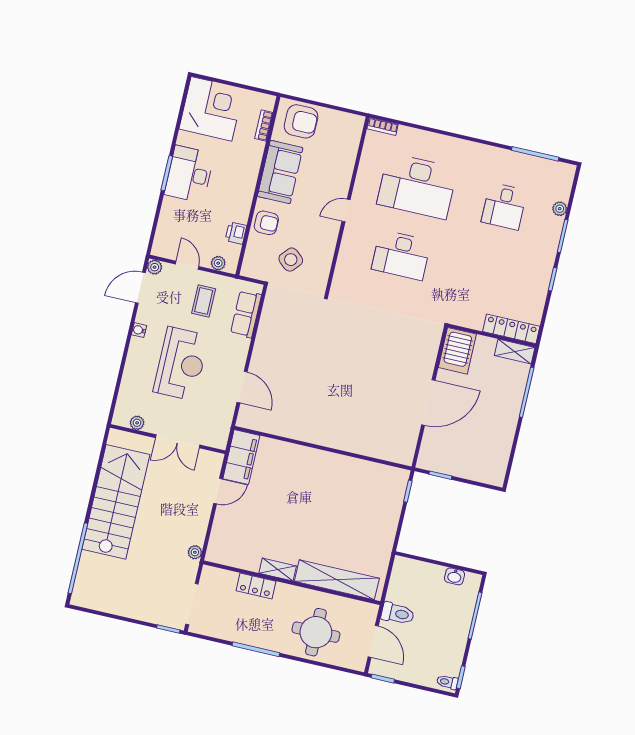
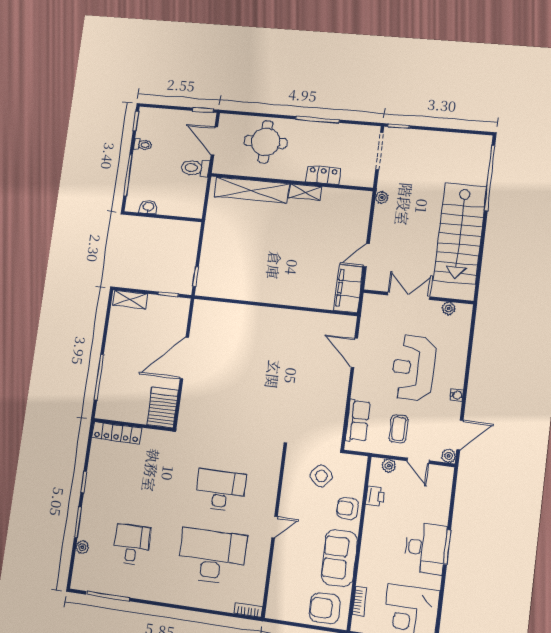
shelving: (515, 351) -> (130, 299), moved
toilet: (447, 682) -> (143, 145), moved

